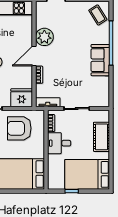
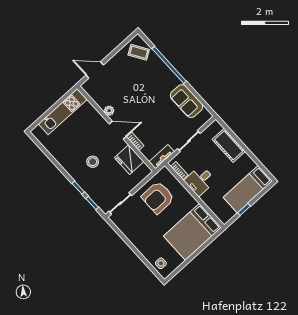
plant: (44, 37) -> (109, 111), width x0.53, depth x0.53
door: (34, 56) -> (118, 130), swing flipped
sofa: (100, 60) -> (187, 101), moved
fridge: (22, 98) -> (129, 160), moved, turned -90
bed: (87, 174) -> (248, 189), width x0.67

